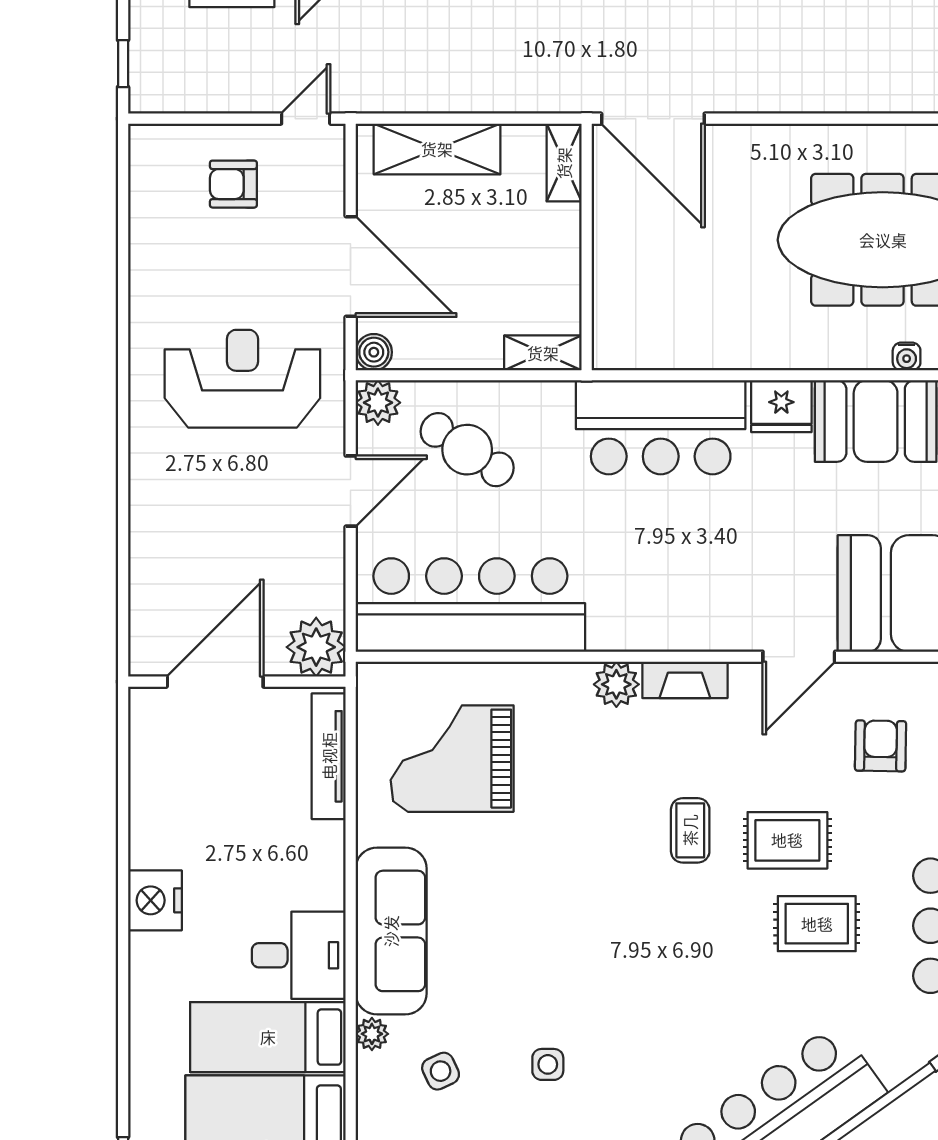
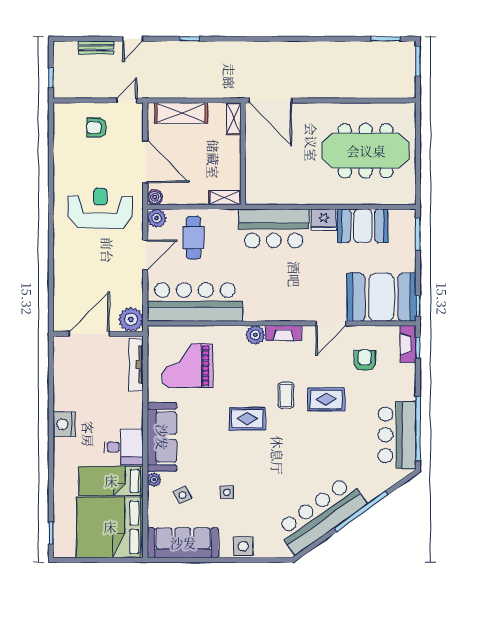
water cooler: (907, 356) -> (376, 199), removed
cafe table: (467, 450) -> (194, 238), turned 57
rug: (817, 924) -> (247, 419), moved

